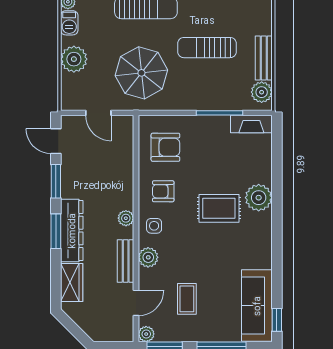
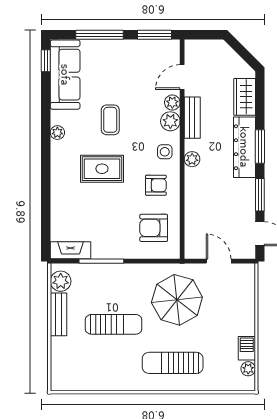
plant: (74, 59) -> (242, 313), removed
plant: (259, 198) -> (57, 133), moved, width x0.53, depth x0.53
coffee table: (187, 299) -> (110, 120), moved
plant: (146, 334) -> (172, 102), moved

